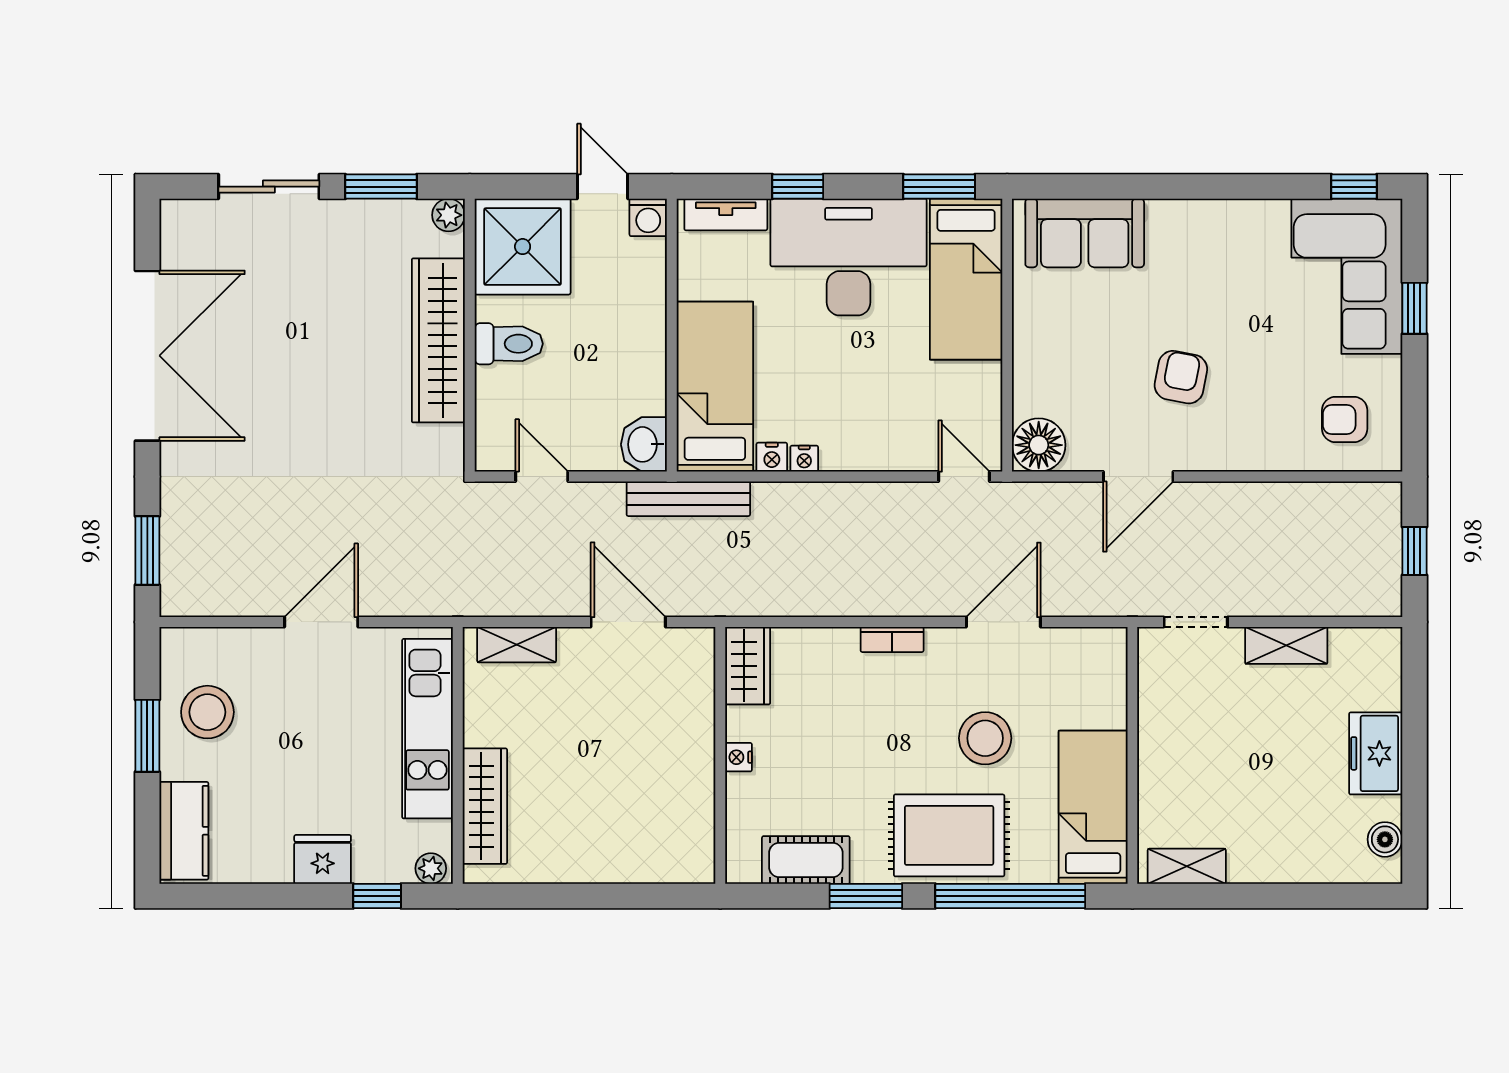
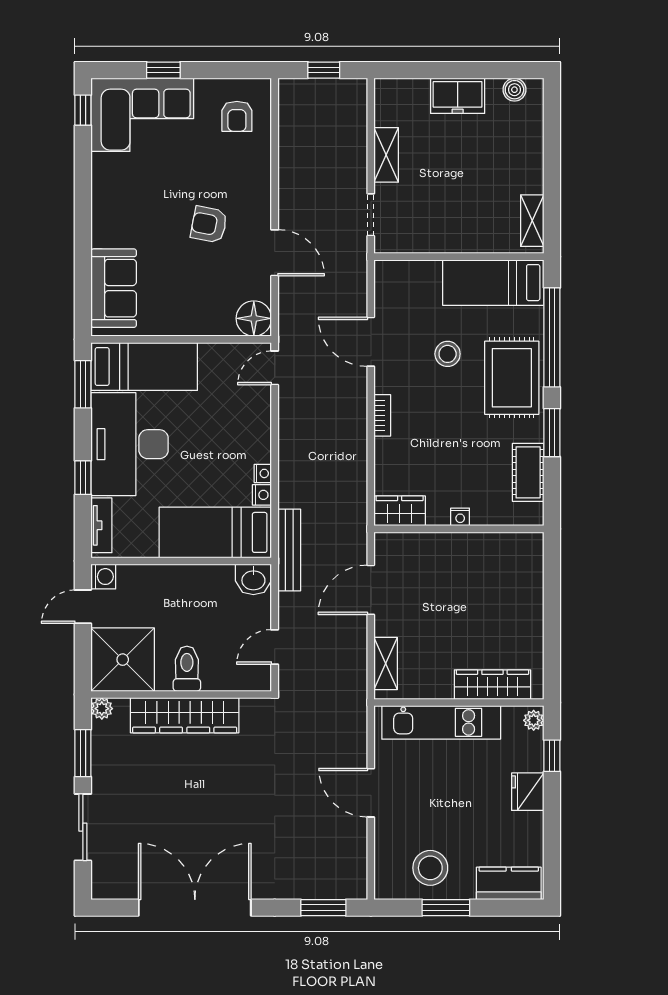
stool: (985, 738) -> (448, 354), width x0.73, depth x0.73

